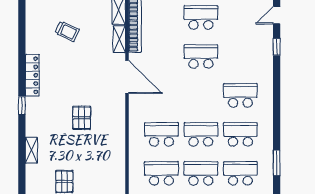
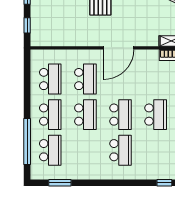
door: (127, 77) -> (119, 48), moved
school desk: (240, 134) -> (121, 115), moved

